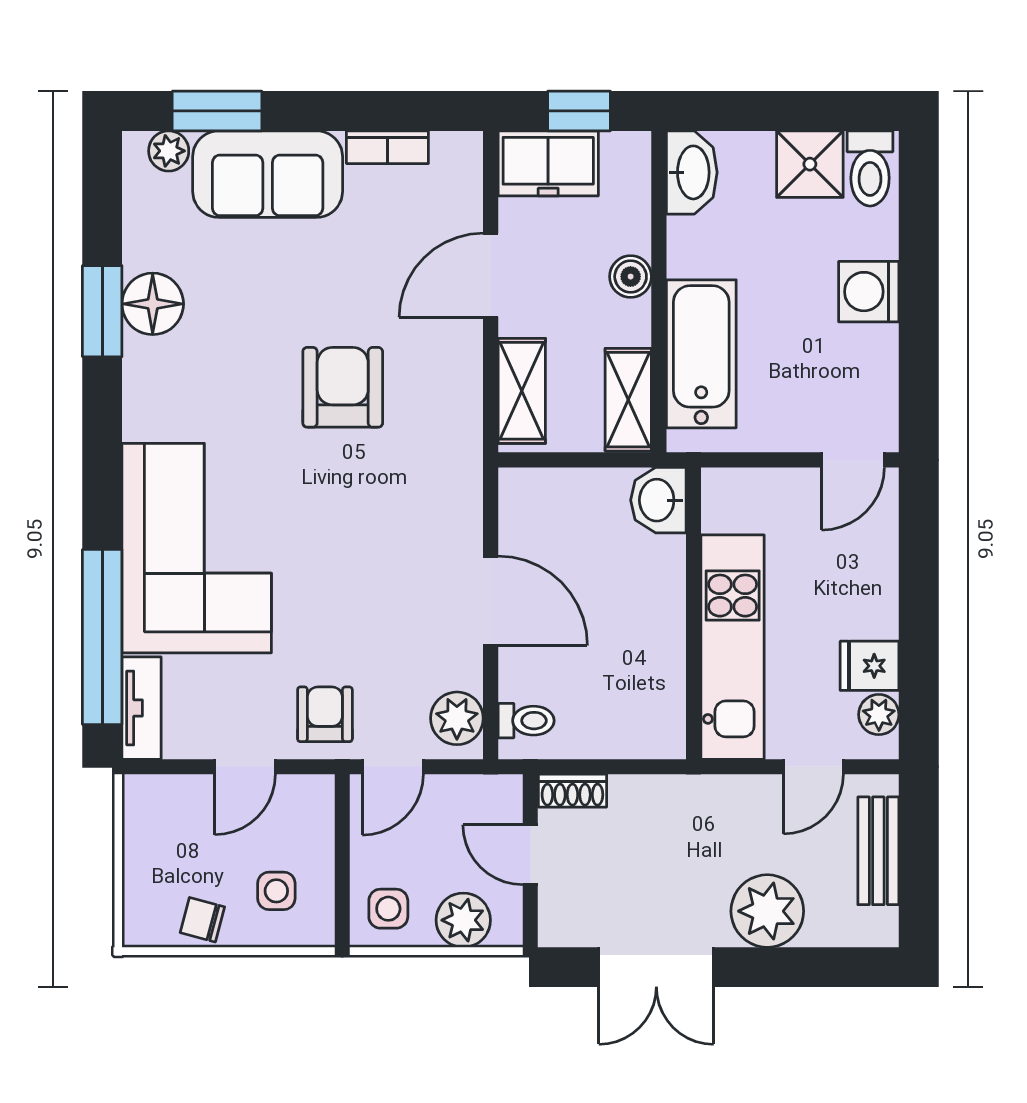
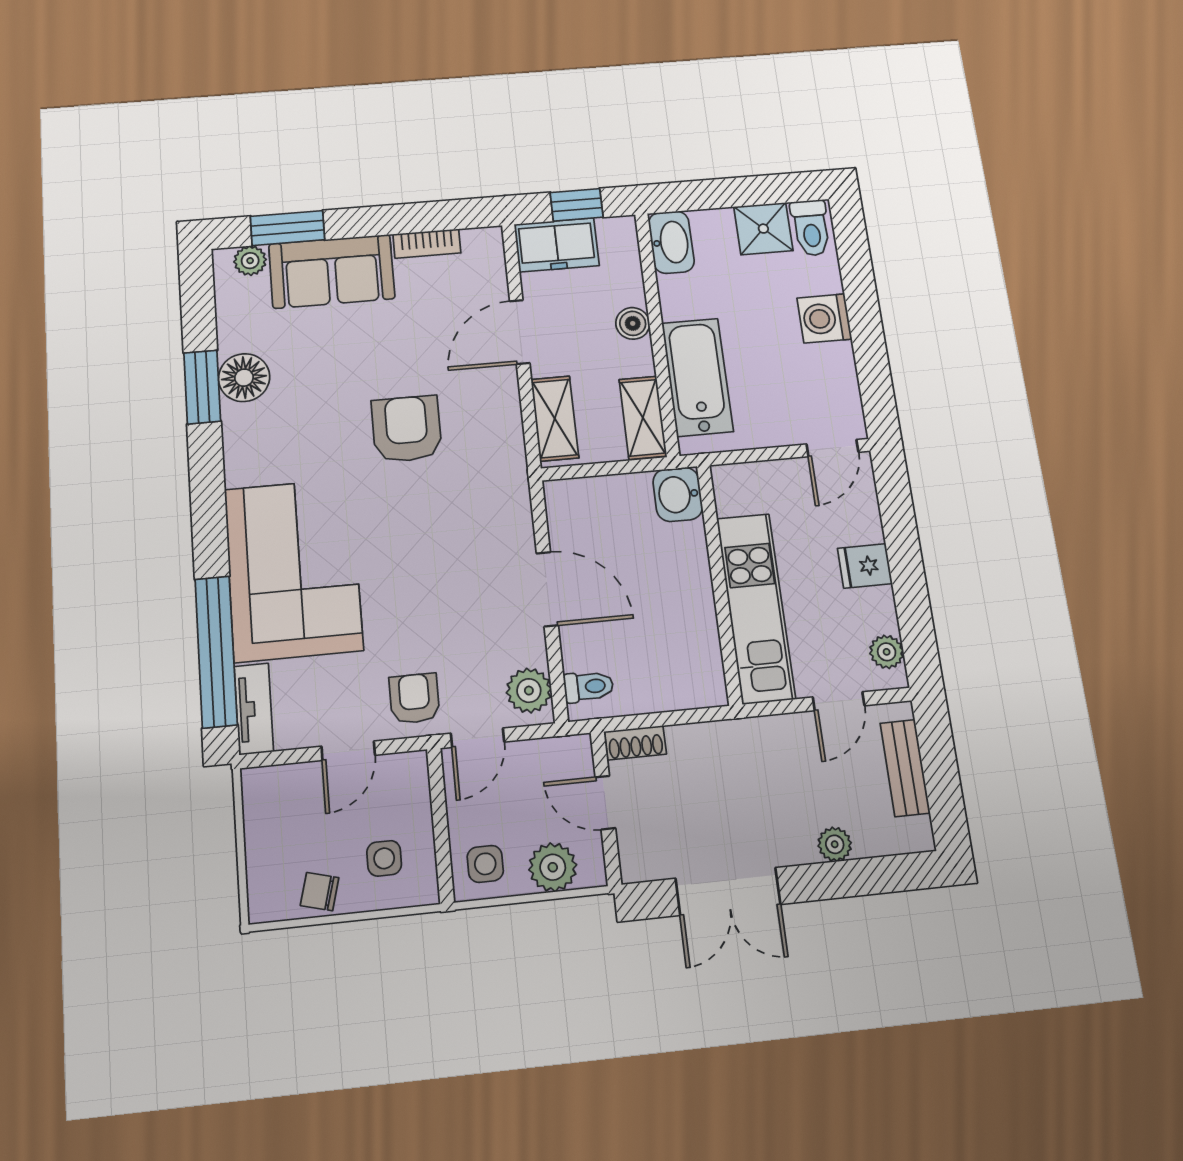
fridge: (870, 666) -> (865, 566), moved
plant: (767, 911) -> (835, 844), width x0.53, depth x0.53

